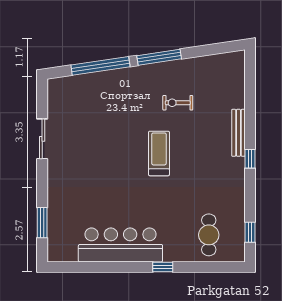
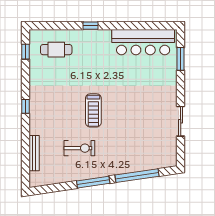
exercise bike: (178, 103) -> (79, 148), width x1.38, depth x1.39
bench: (238, 133) -> (34, 153), moved
cafe table: (209, 235) -> (56, 50), turned 90
bar counter: (120, 245) -> (143, 42), moved

